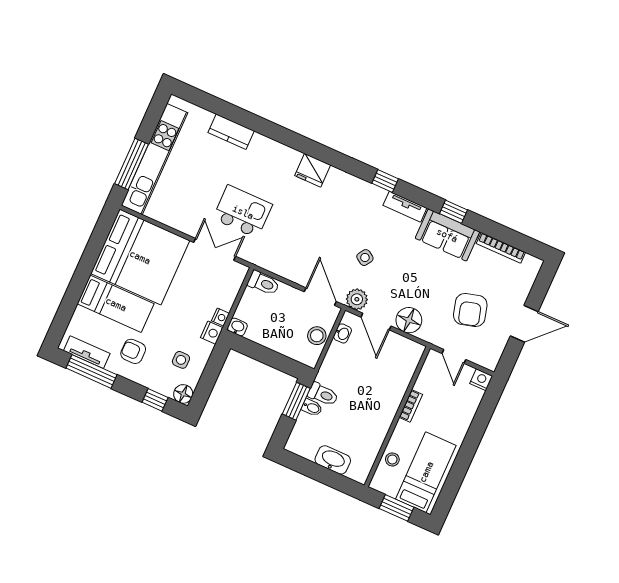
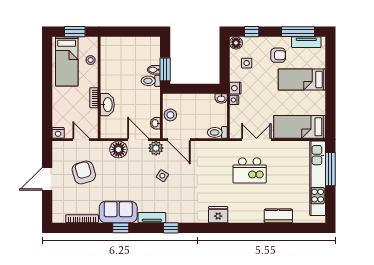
double door: (215, 249) -> (256, 140), swing flipped
bed: (140, 257) -> (300, 127), width x0.49
washbasin: (333, 460) -> (107, 105), moved, turned -90

